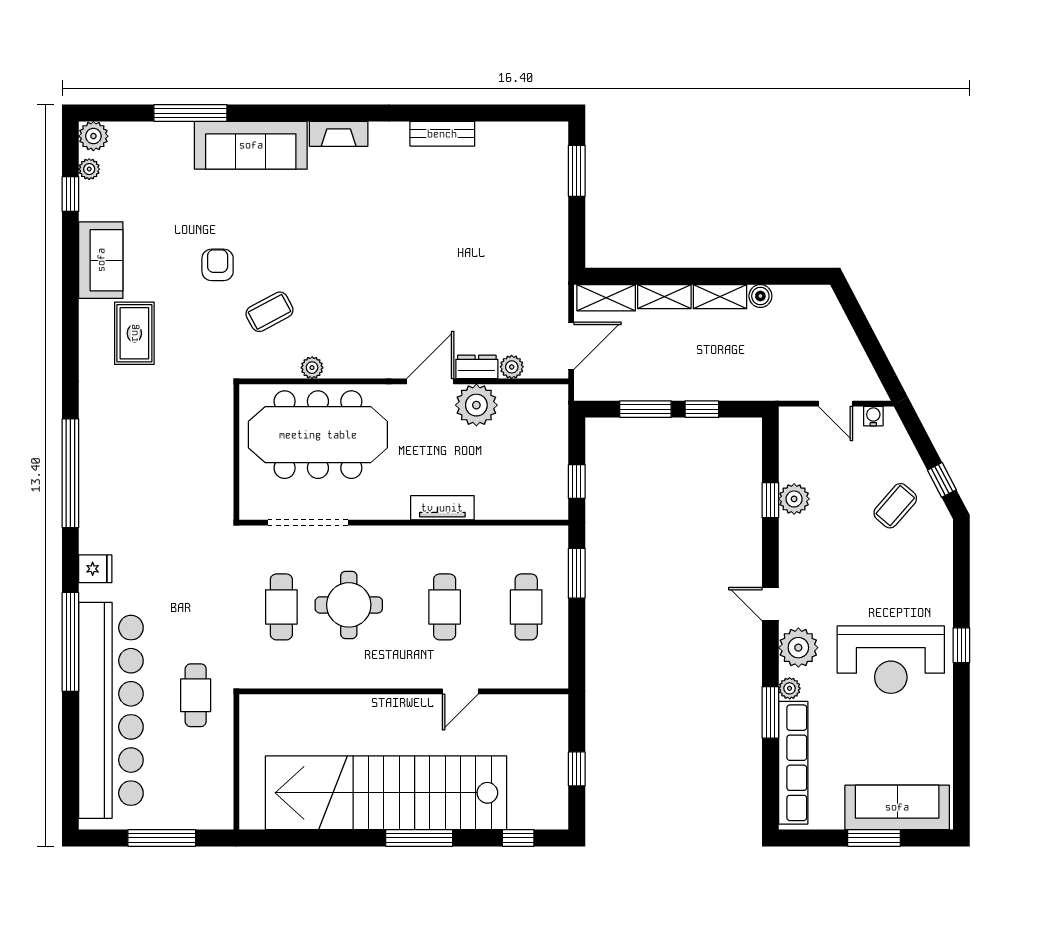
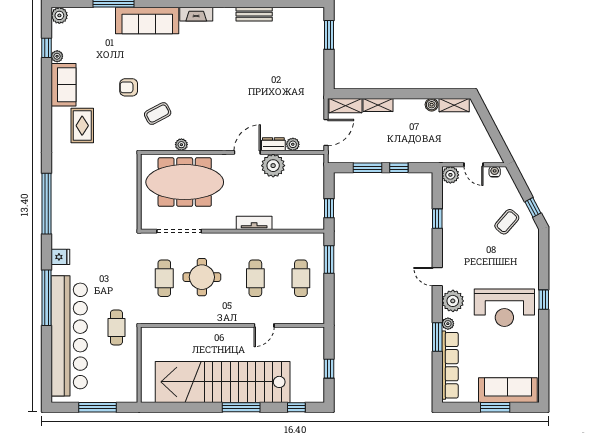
plant: (89, 169) -> (57, 56), moved
armchair: (218, 265) -> (129, 87), turned -90
shelving: (720, 297) -> (454, 105), moved
plant: (794, 499) -> (450, 175), moved

